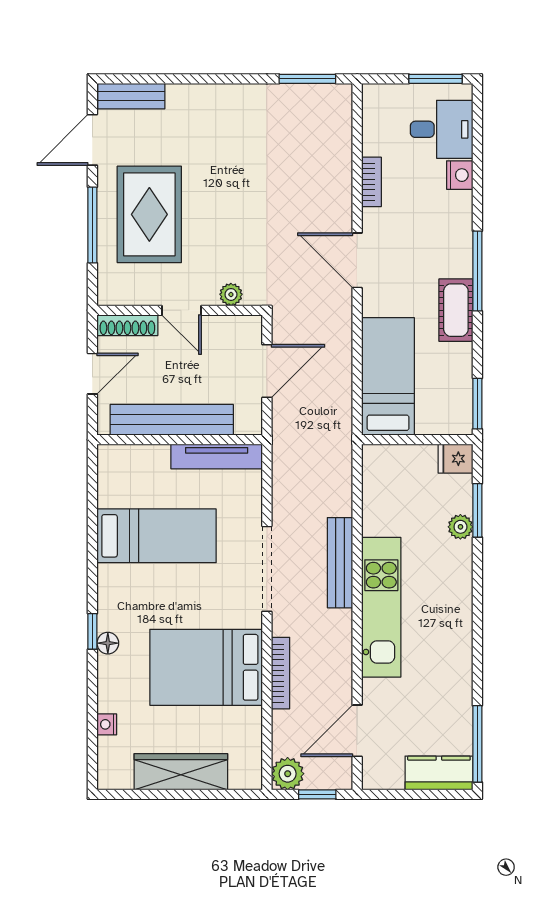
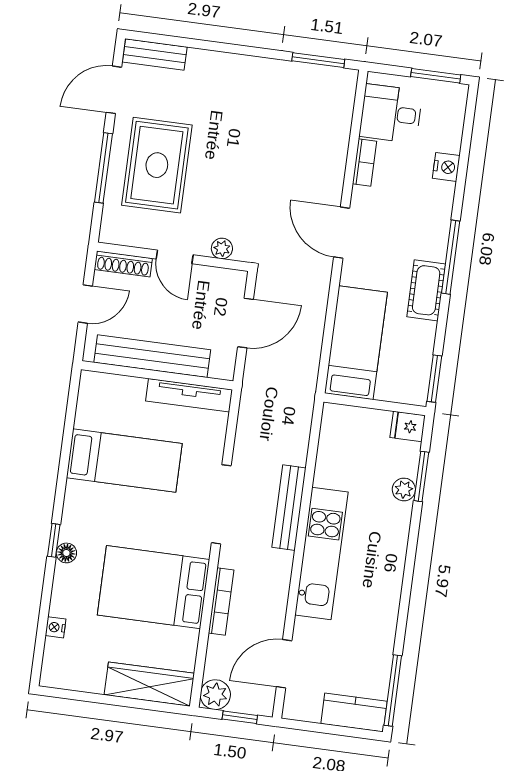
desk: (442, 129) -> (391, 114), moved, turned 180
wardrobe: (181, 772) -> (149, 684), moved

